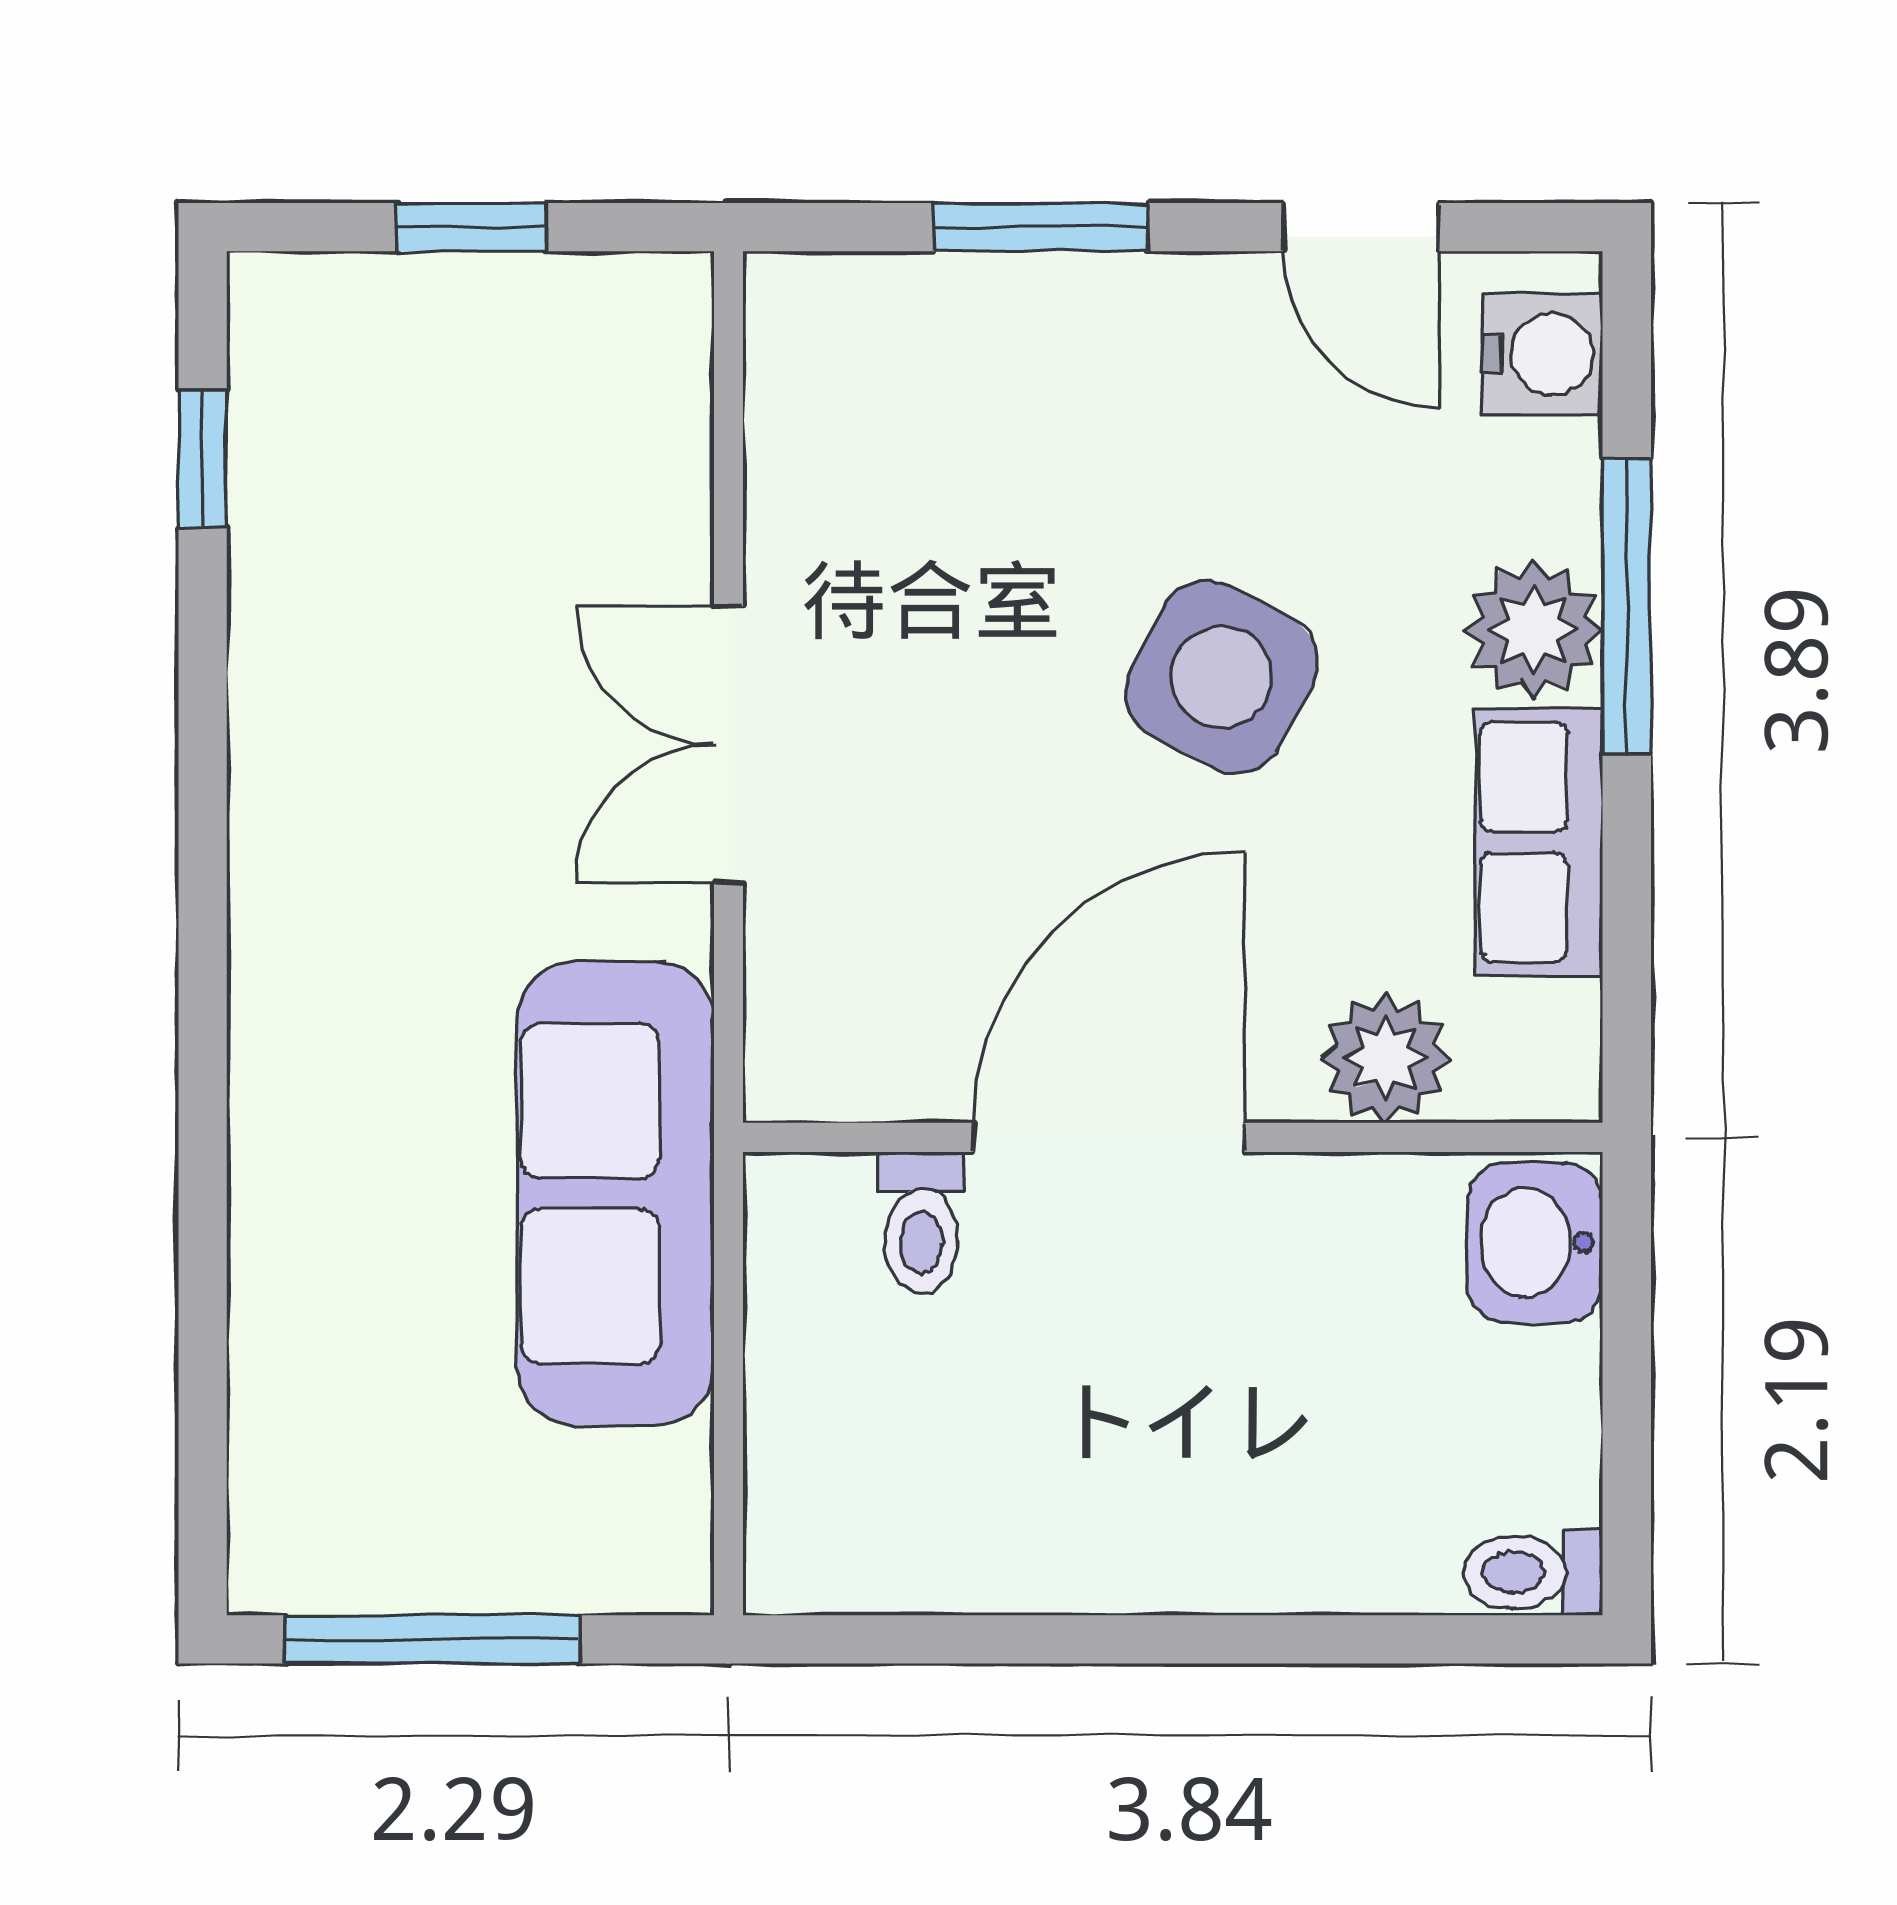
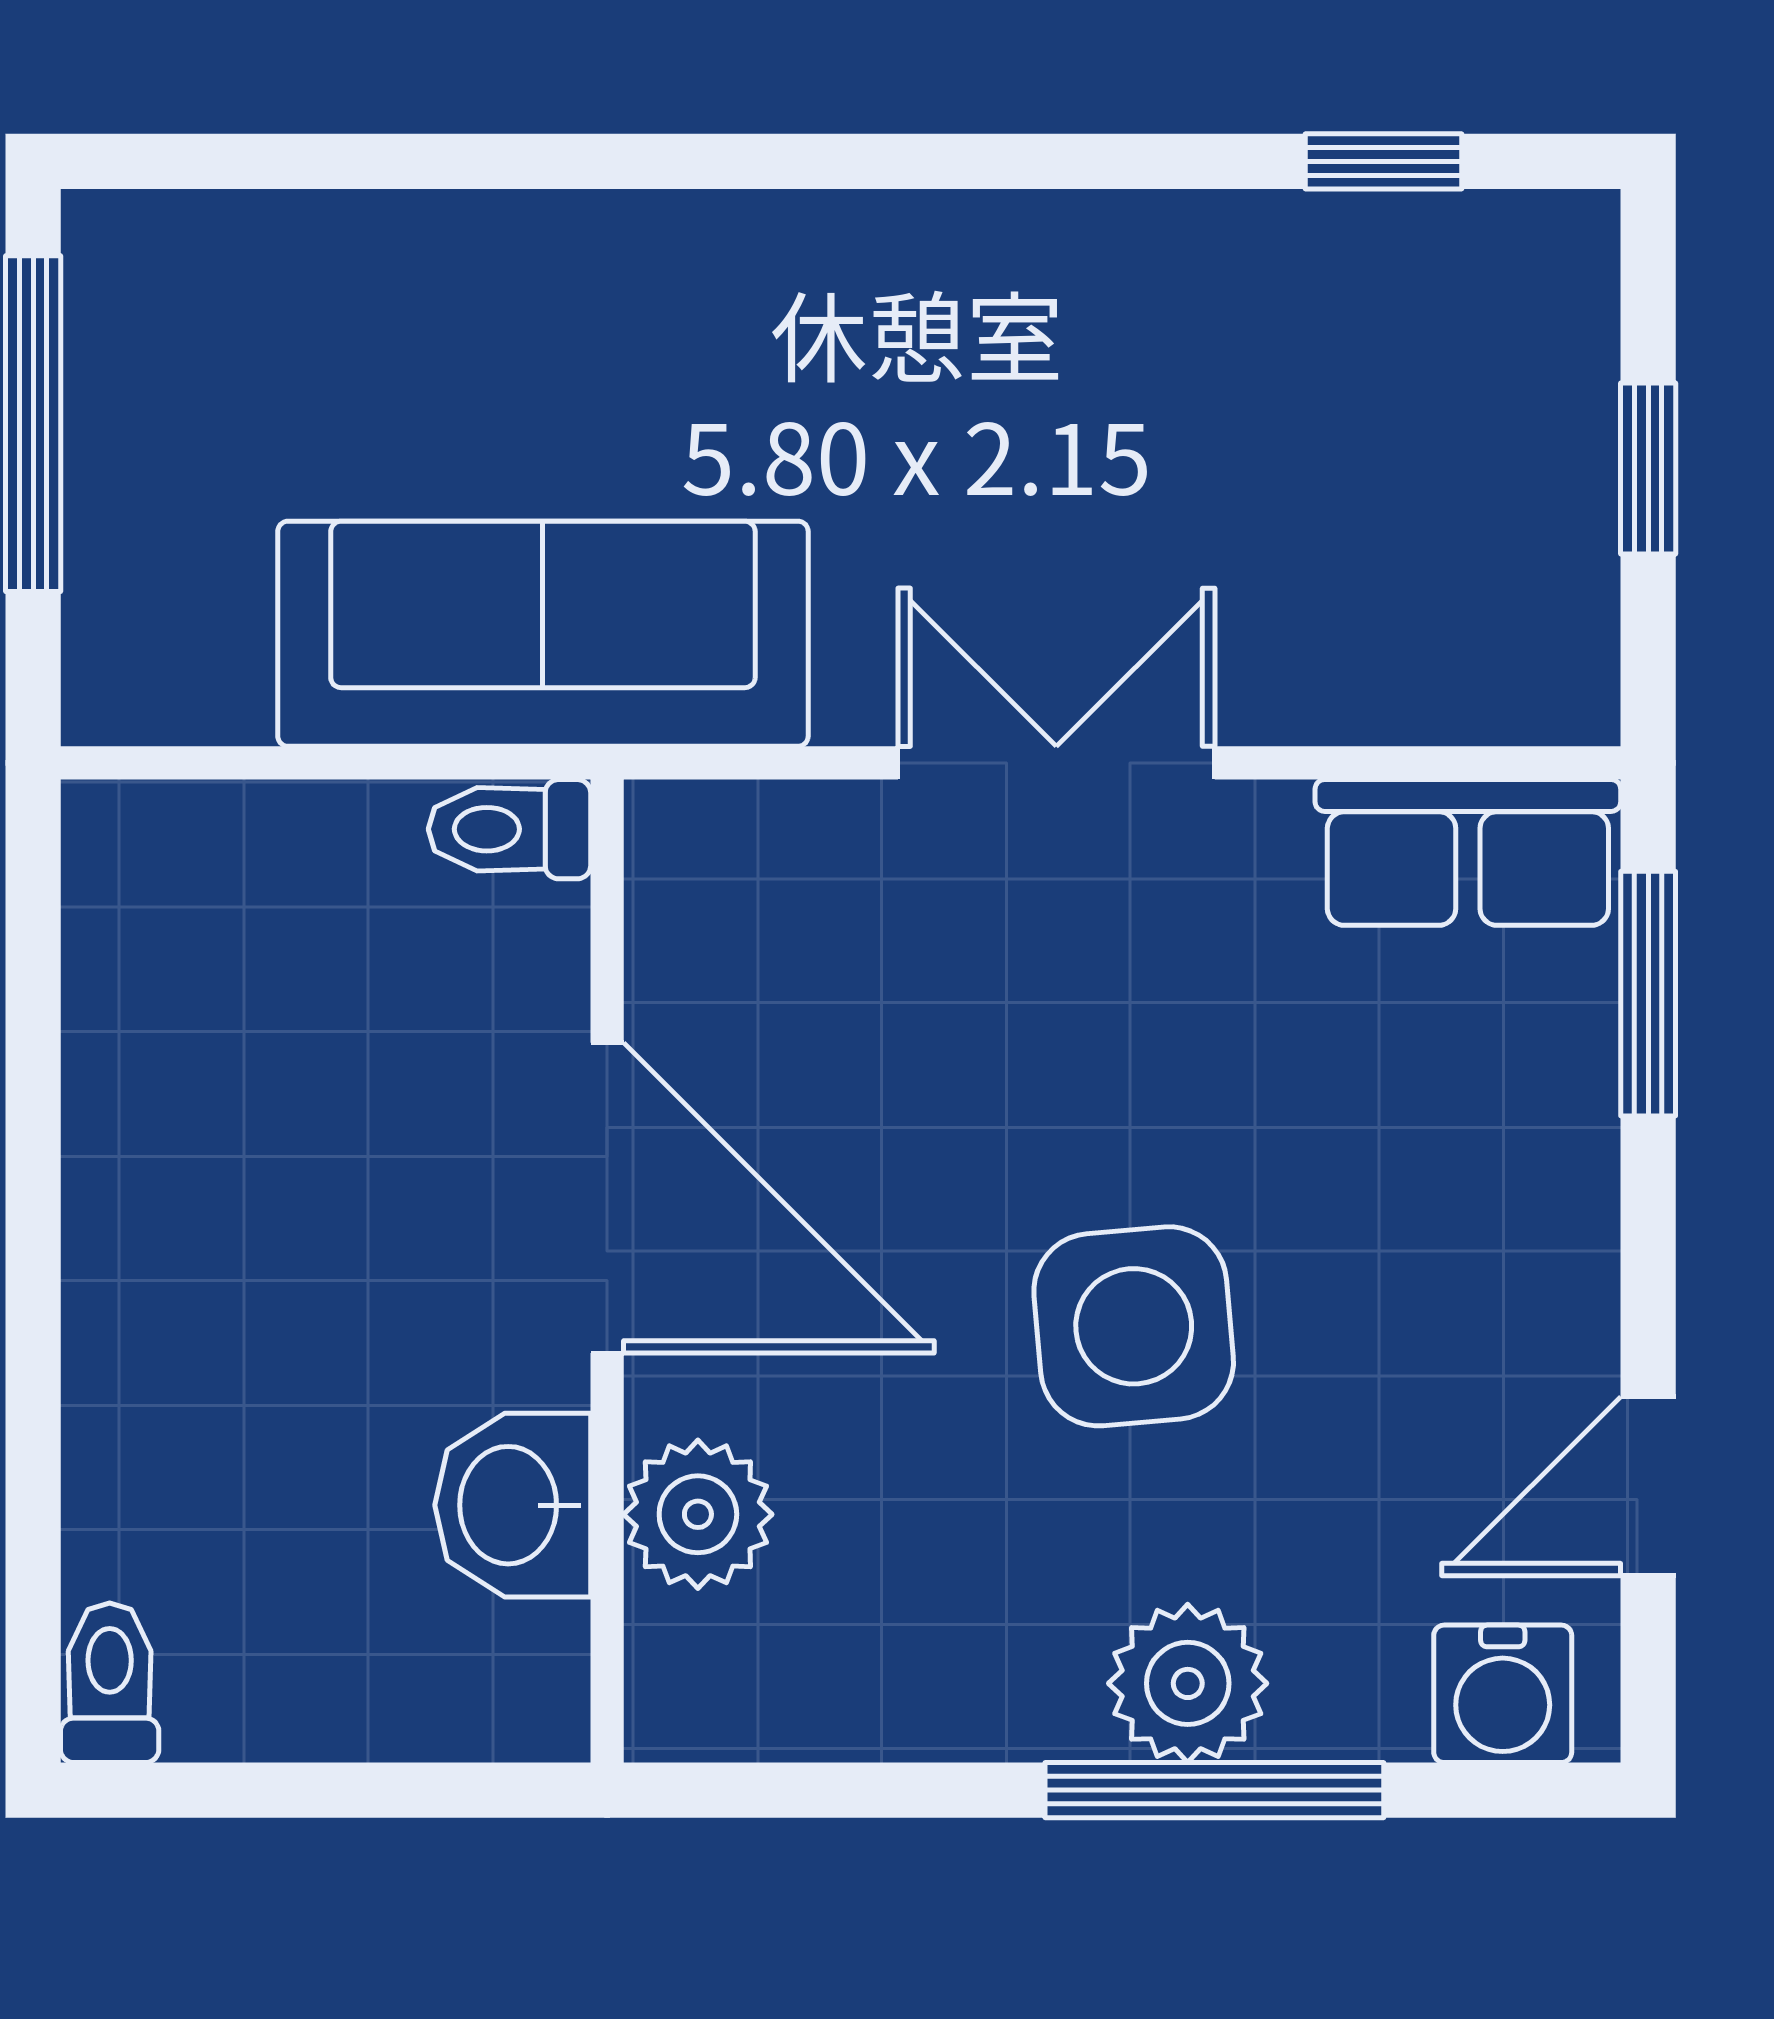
window: (1041, 227) -> (1648, 994), moved
side table: (1221, 677) -> (1134, 1326), turned -33
row of seats: (1539, 842) -> (1468, 852), moved, turned 180
toilet: (921, 1223) -> (510, 829), moved
washbasin: (1535, 1242) -> (513, 1505), moved, turned -90

